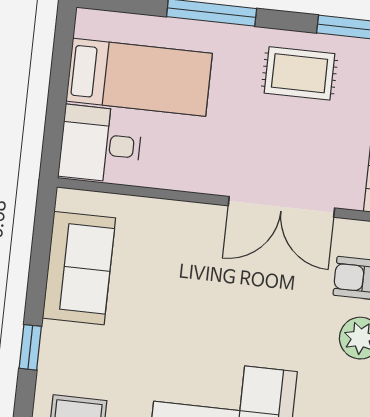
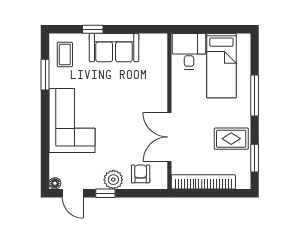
rug: (300, 73) -> (231, 139), turned 90
sofa: (79, 268) -> (114, 48), moved

